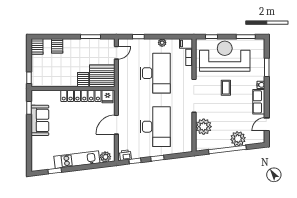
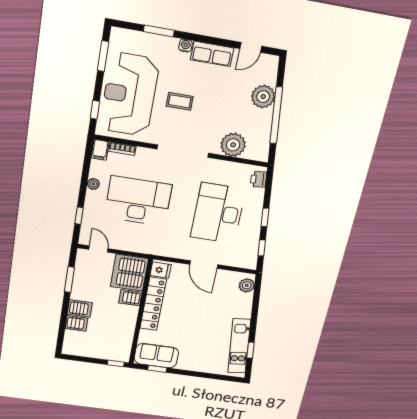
server rack: (37, 47) -> (80, 308), moved
sofa: (40, 120) -> (156, 356), moved
door: (267, 124) -> (251, 47), hinge flipped
desk: (155, 127) -> (218, 213), turned -90
printer: (125, 155) -> (259, 179), moved
kitchen unit: (77, 160) -> (239, 346), moved

